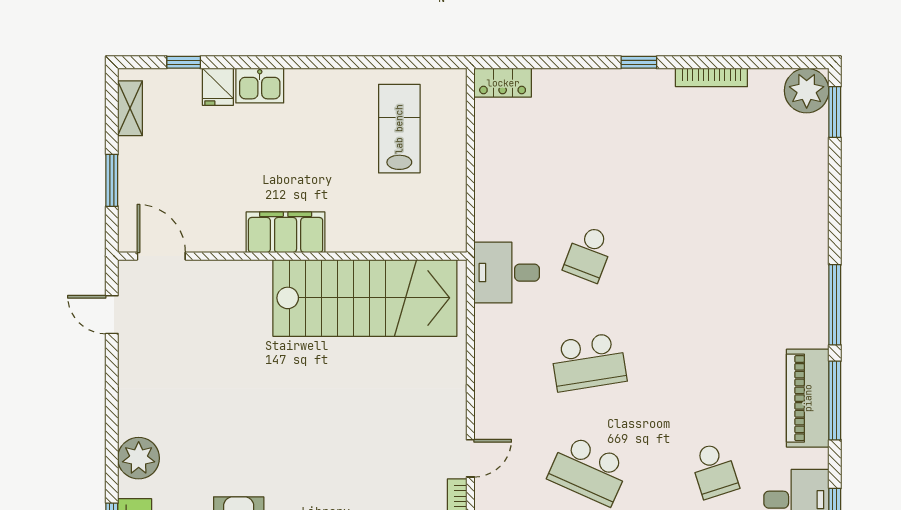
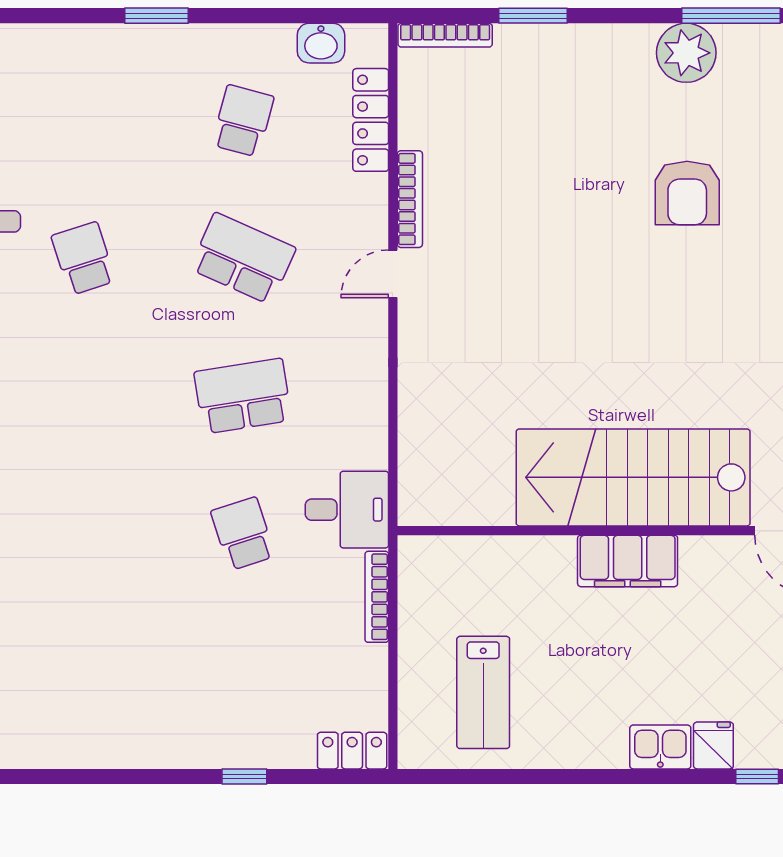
window: (639, 62) -> (244, 776), moved
bookcase: (711, 77) -> (377, 597), moved, turned -90
school desk: (589, 254) -> (243, 534), turned -39
stairs: (365, 298) -> (633, 477), moved

